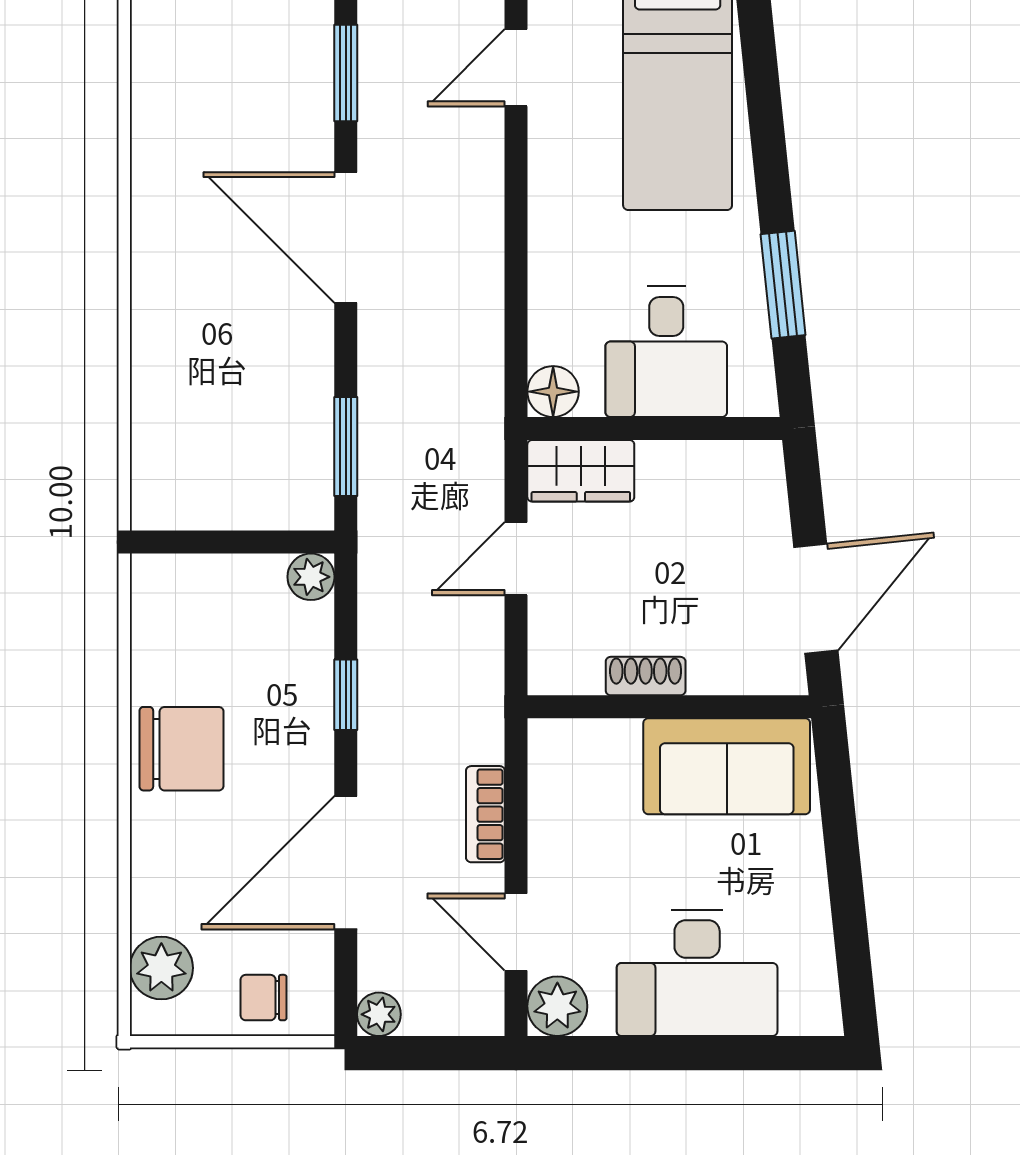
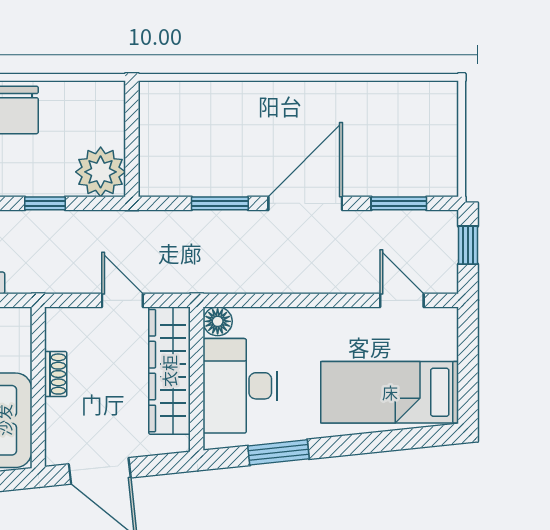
desk: (666, 352) -> (240, 386), width x1.37
window: (346, 447) -> (220, 203), moved
wardrobe: (581, 471) -> (169, 371), width x2.10, depth x1.17
plant: (311, 577) -> (101, 172), width x1.87, depth x1.87

